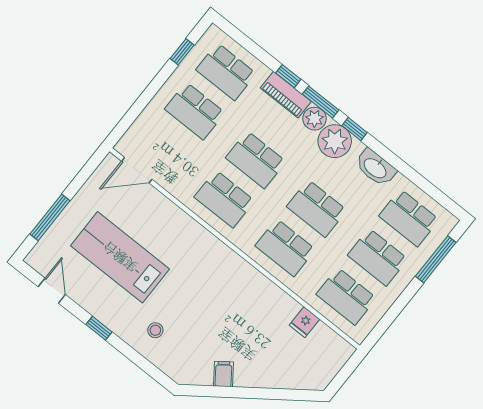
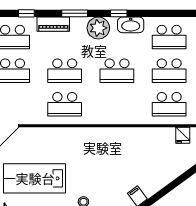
window: (288, 76) -> (26, 13), moved
plant: (314, 119) -> (78, 25), removed
window: (354, 129) -> (119, 13), moved
school desk: (285, 248) -> (117, 104), removed
fridge: (304, 322) -> (183, 135), moved

